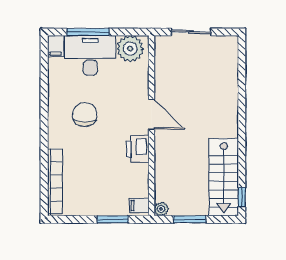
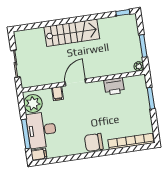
chair: (85, 115) -> (94, 142), moved
printer: (138, 149) -> (114, 86), moved
stairs: (224, 177) -> (72, 33), moved
filing cabinet: (139, 205) -> (58, 94), moved

